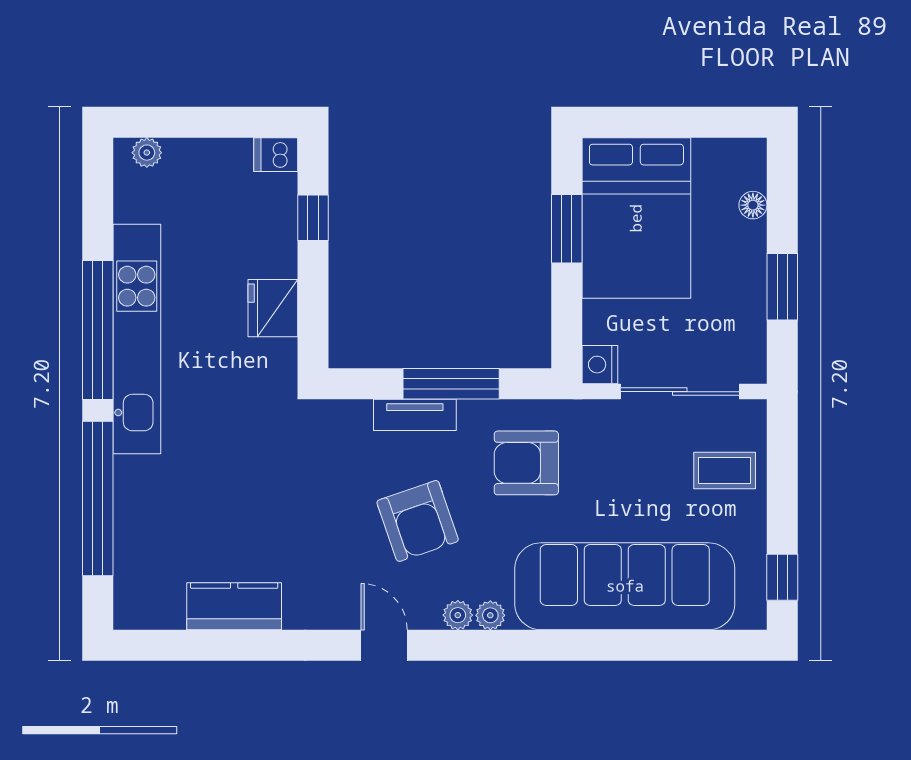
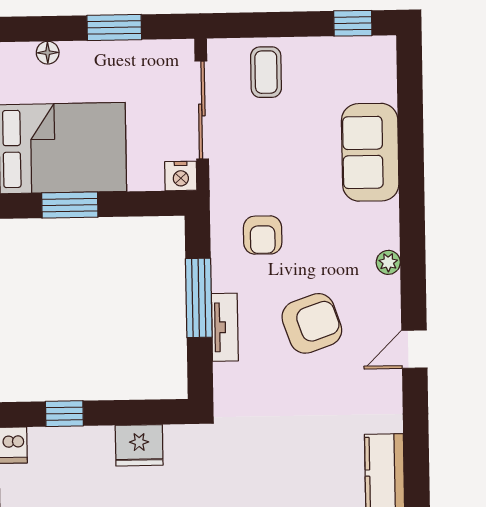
armchair: (526, 463) -> (263, 235), width x0.72, depth x0.72
sofa: (625, 586) -> (370, 152), width x0.54, depth x0.79
plant: (458, 615) -> (389, 289), removed

